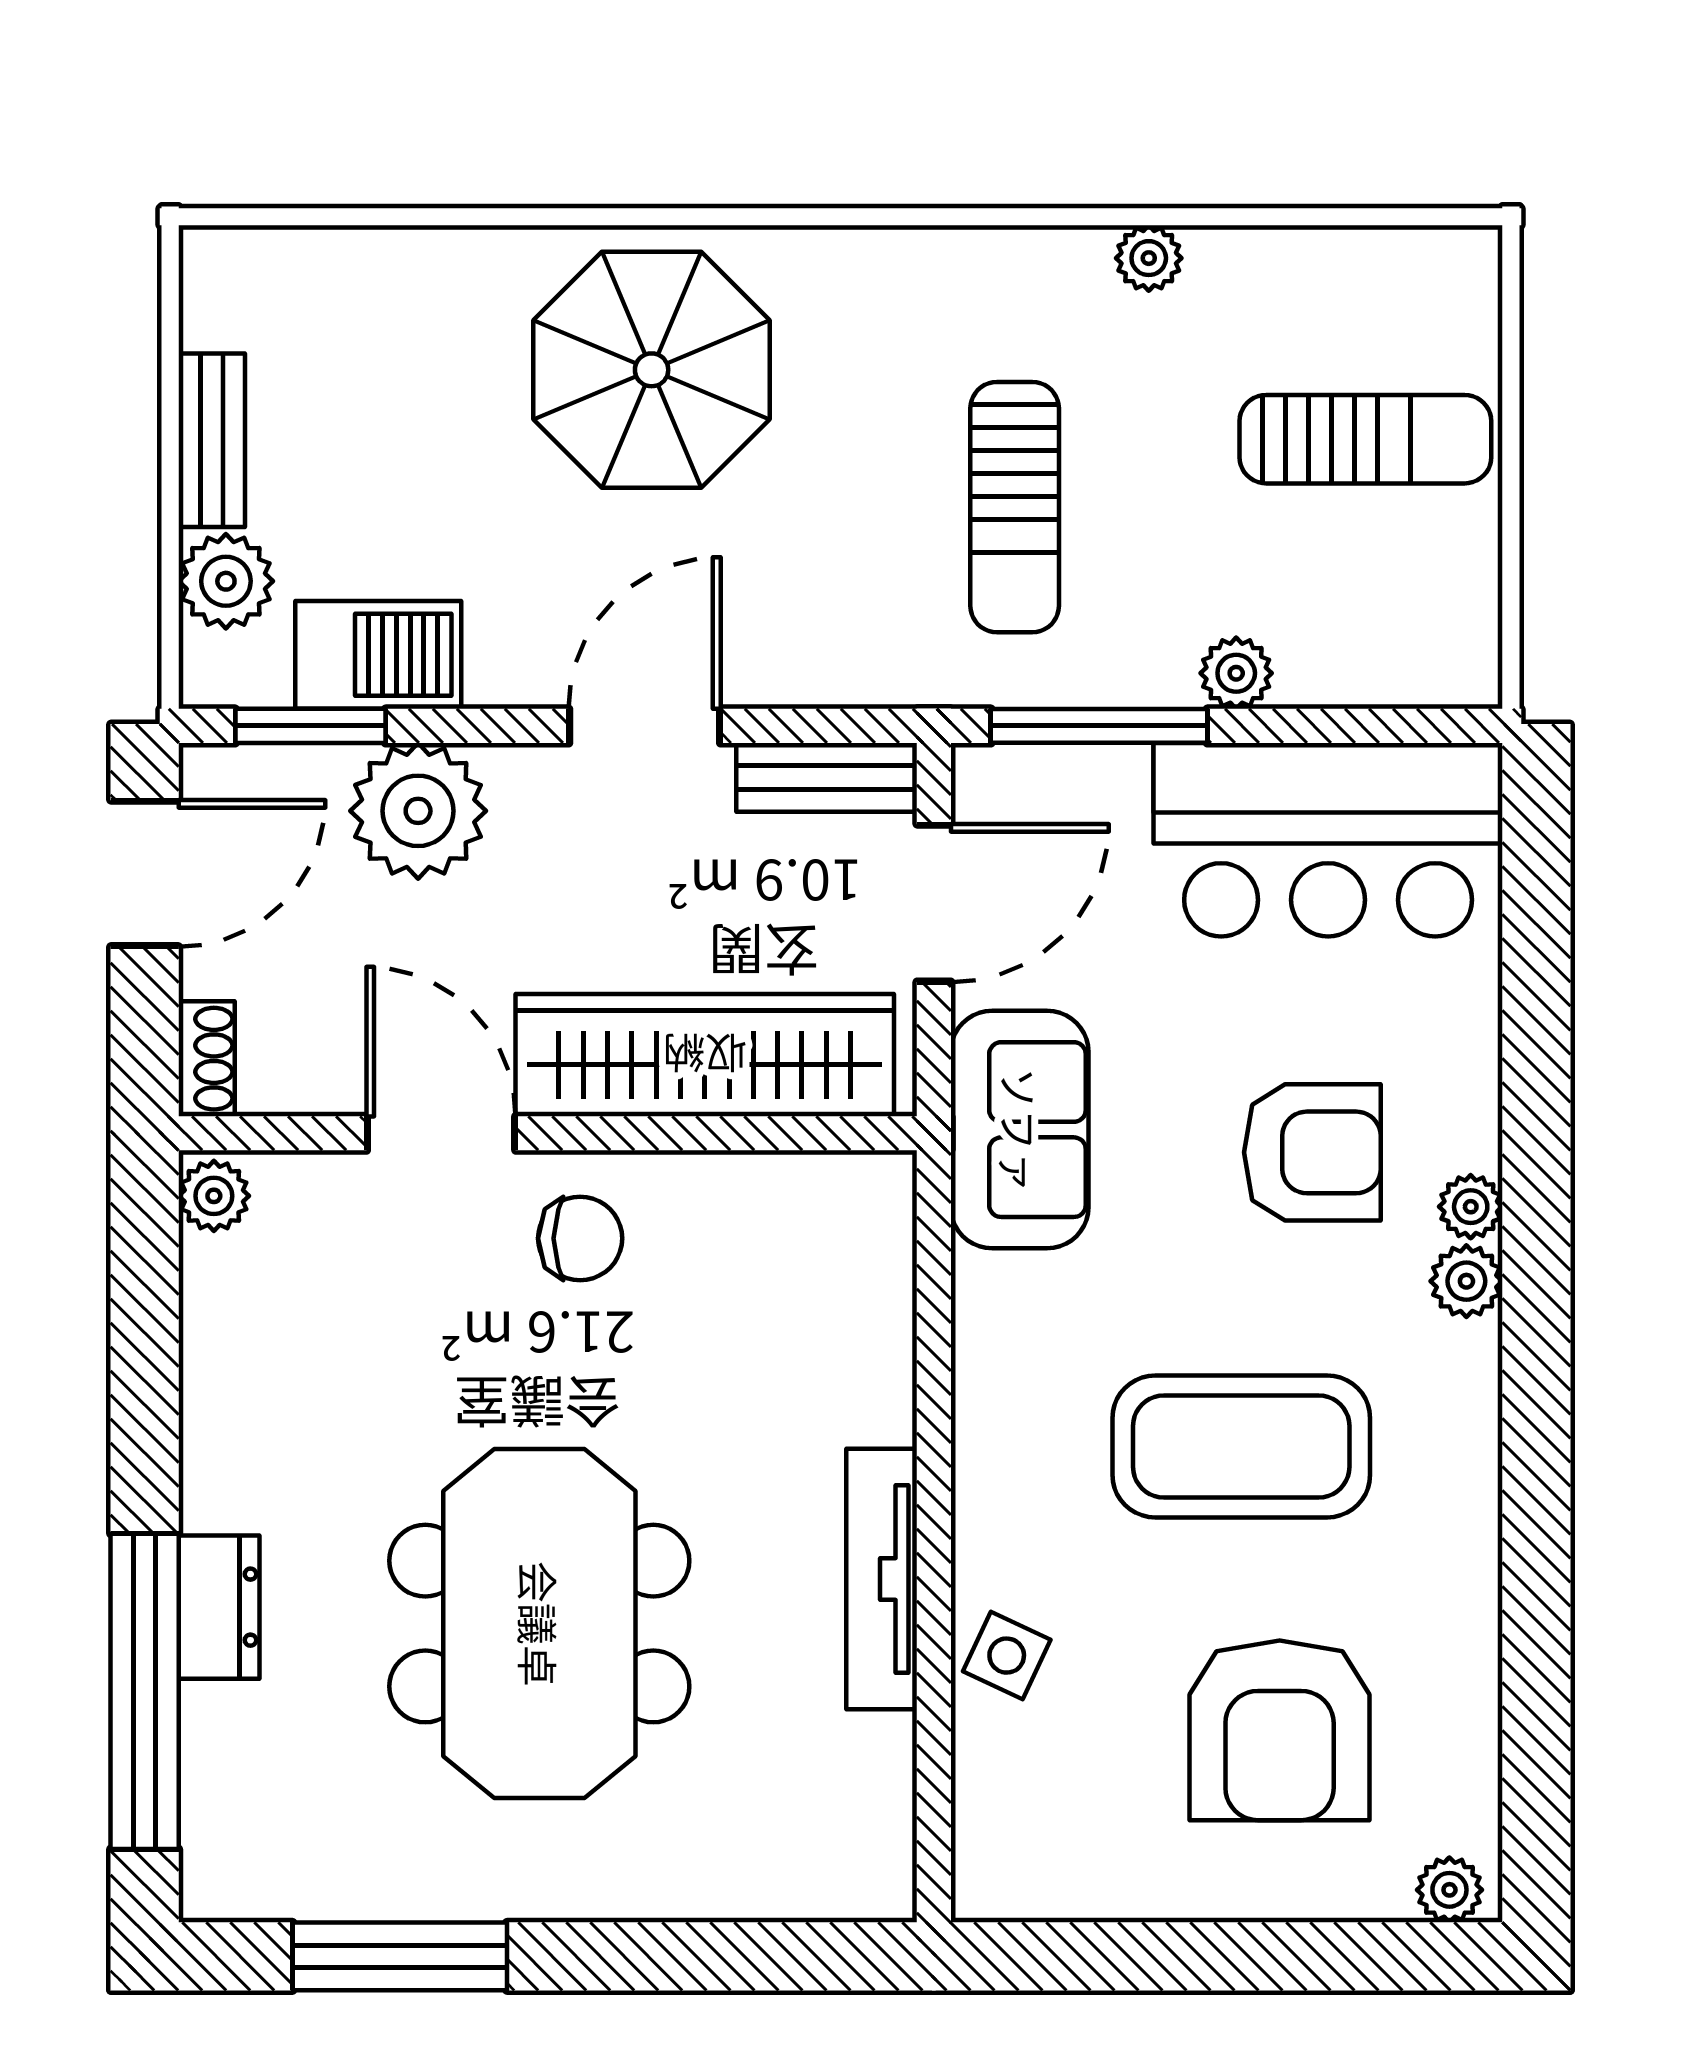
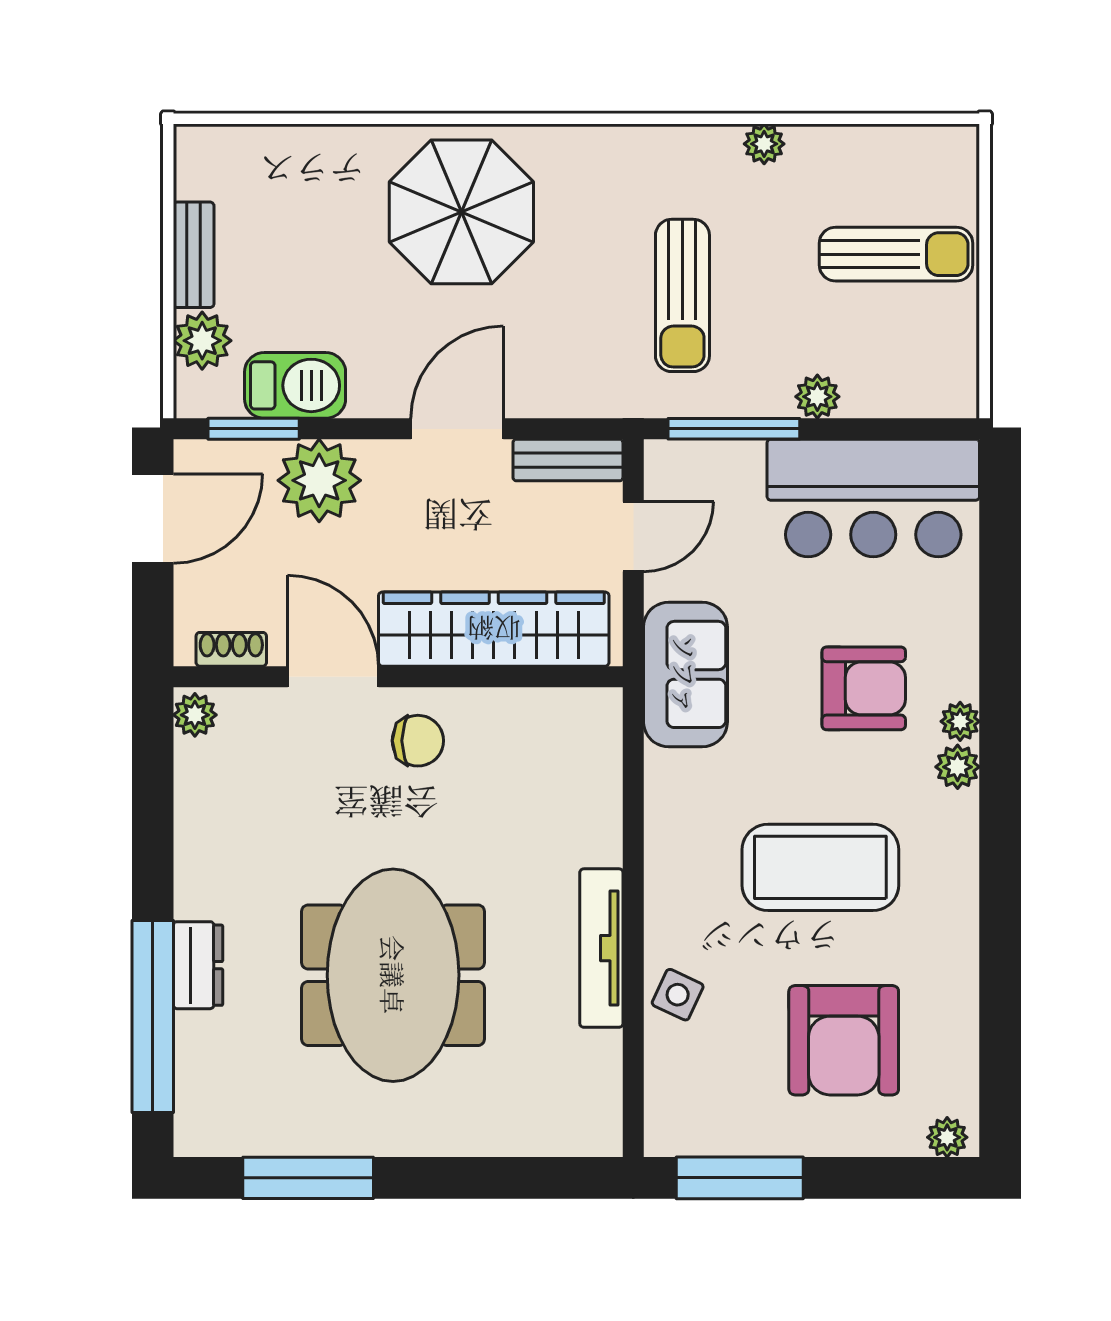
door: (934, 903) -> (633, 537), width x0.73
shoe rack: (207, 1059) -> (231, 649), moved, turned -90
window: (1109, 1956) -> (740, 1178), added

